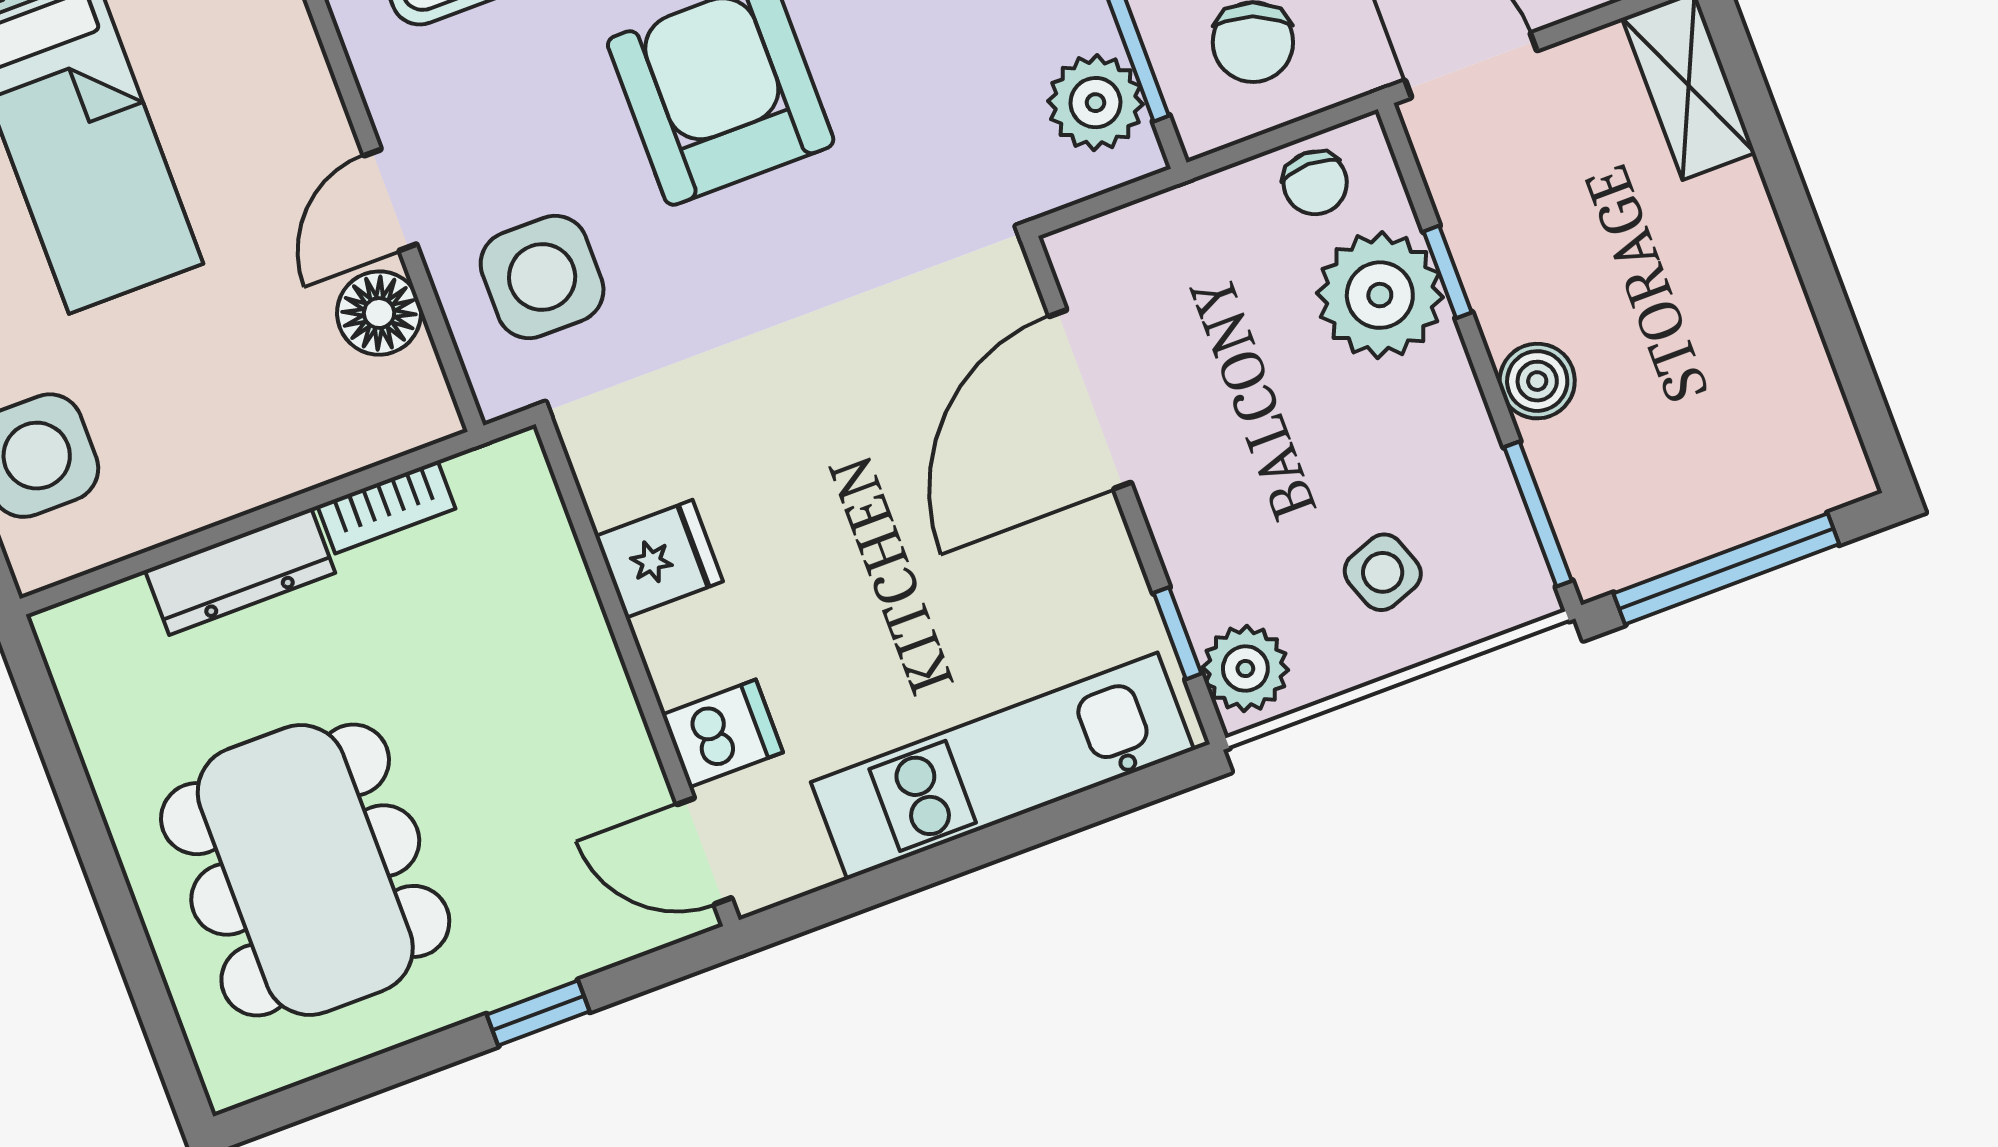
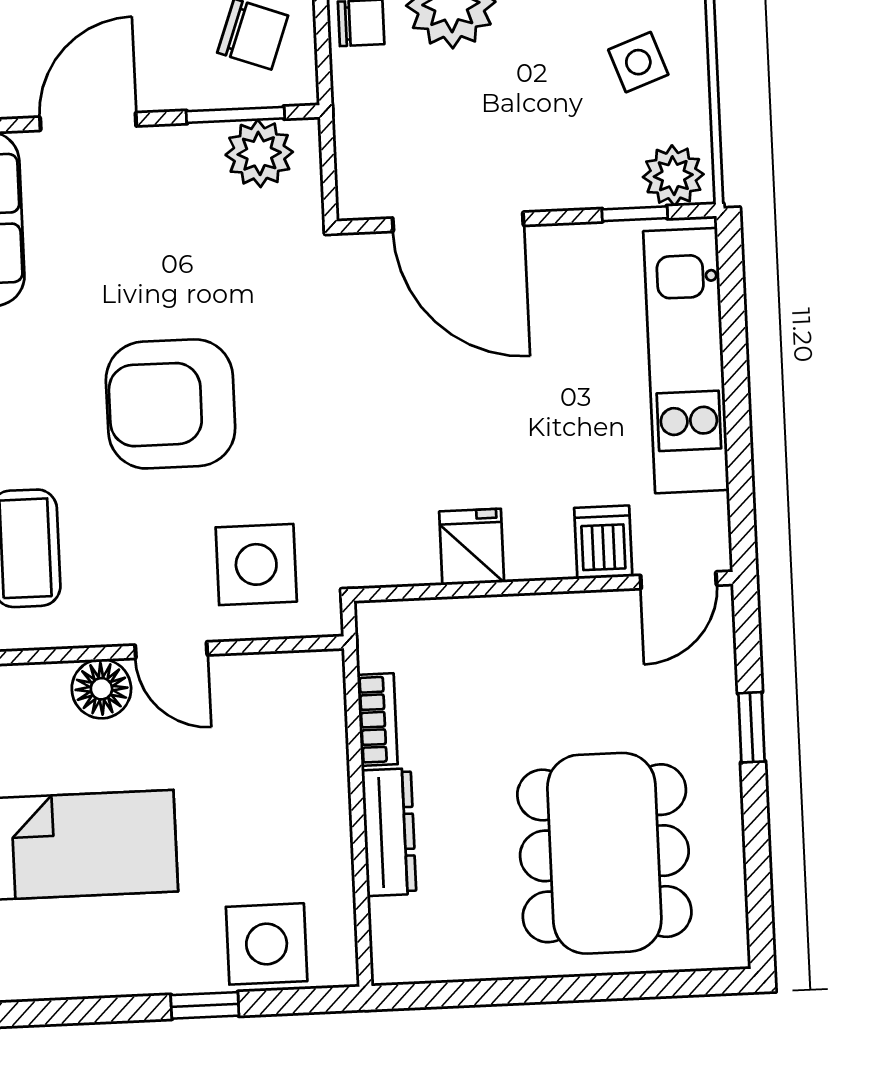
floor lamp: (379, 313) -> (101, 689), moved
dining table: (305, 870) -> (604, 853), turned 90

